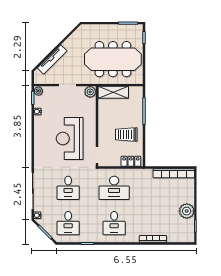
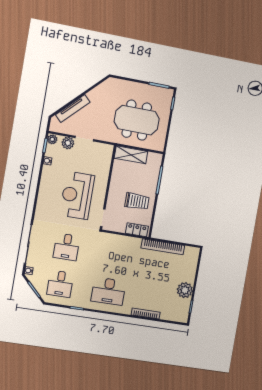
meeting table: (113, 59) -> (137, 120), width x0.73
plant: (90, 92) -> (68, 143), moved
trolley: (126, 134) -> (137, 201), turned 180
bookcase: (174, 173) -> (163, 247), moved
desk: (114, 188) -> (115, 255), removed
desk: (114, 223) -> (108, 291), width x1.37

